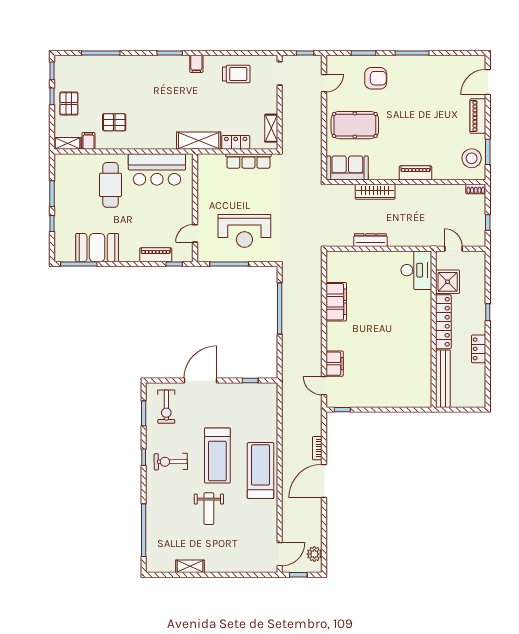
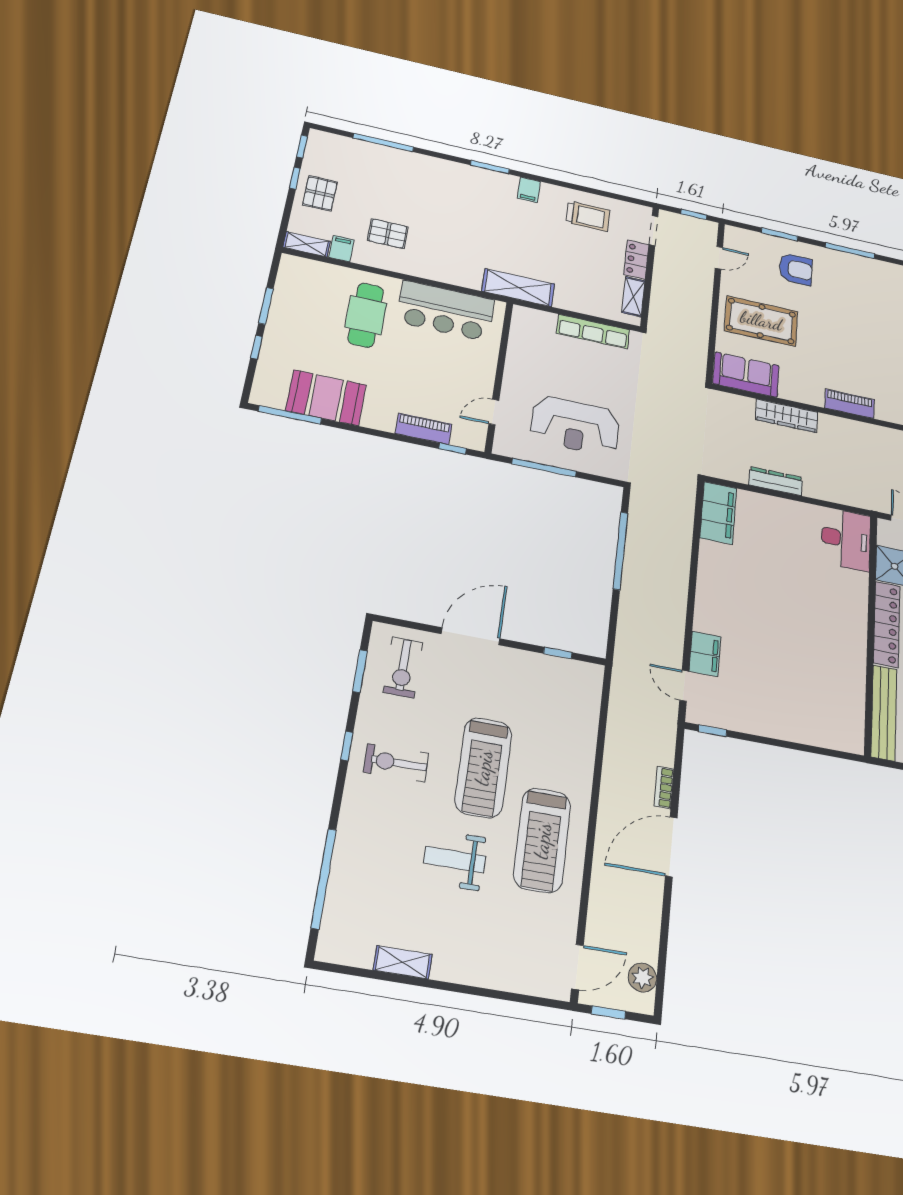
locker: (236, 142) -> (636, 259), moved, turned -90
filing cabinet: (336, 302) -> (718, 513), moved
treadmill: (261, 471) -> (542, 840), moved, turned 180
weight bench: (209, 509) -> (455, 859), turned 90

